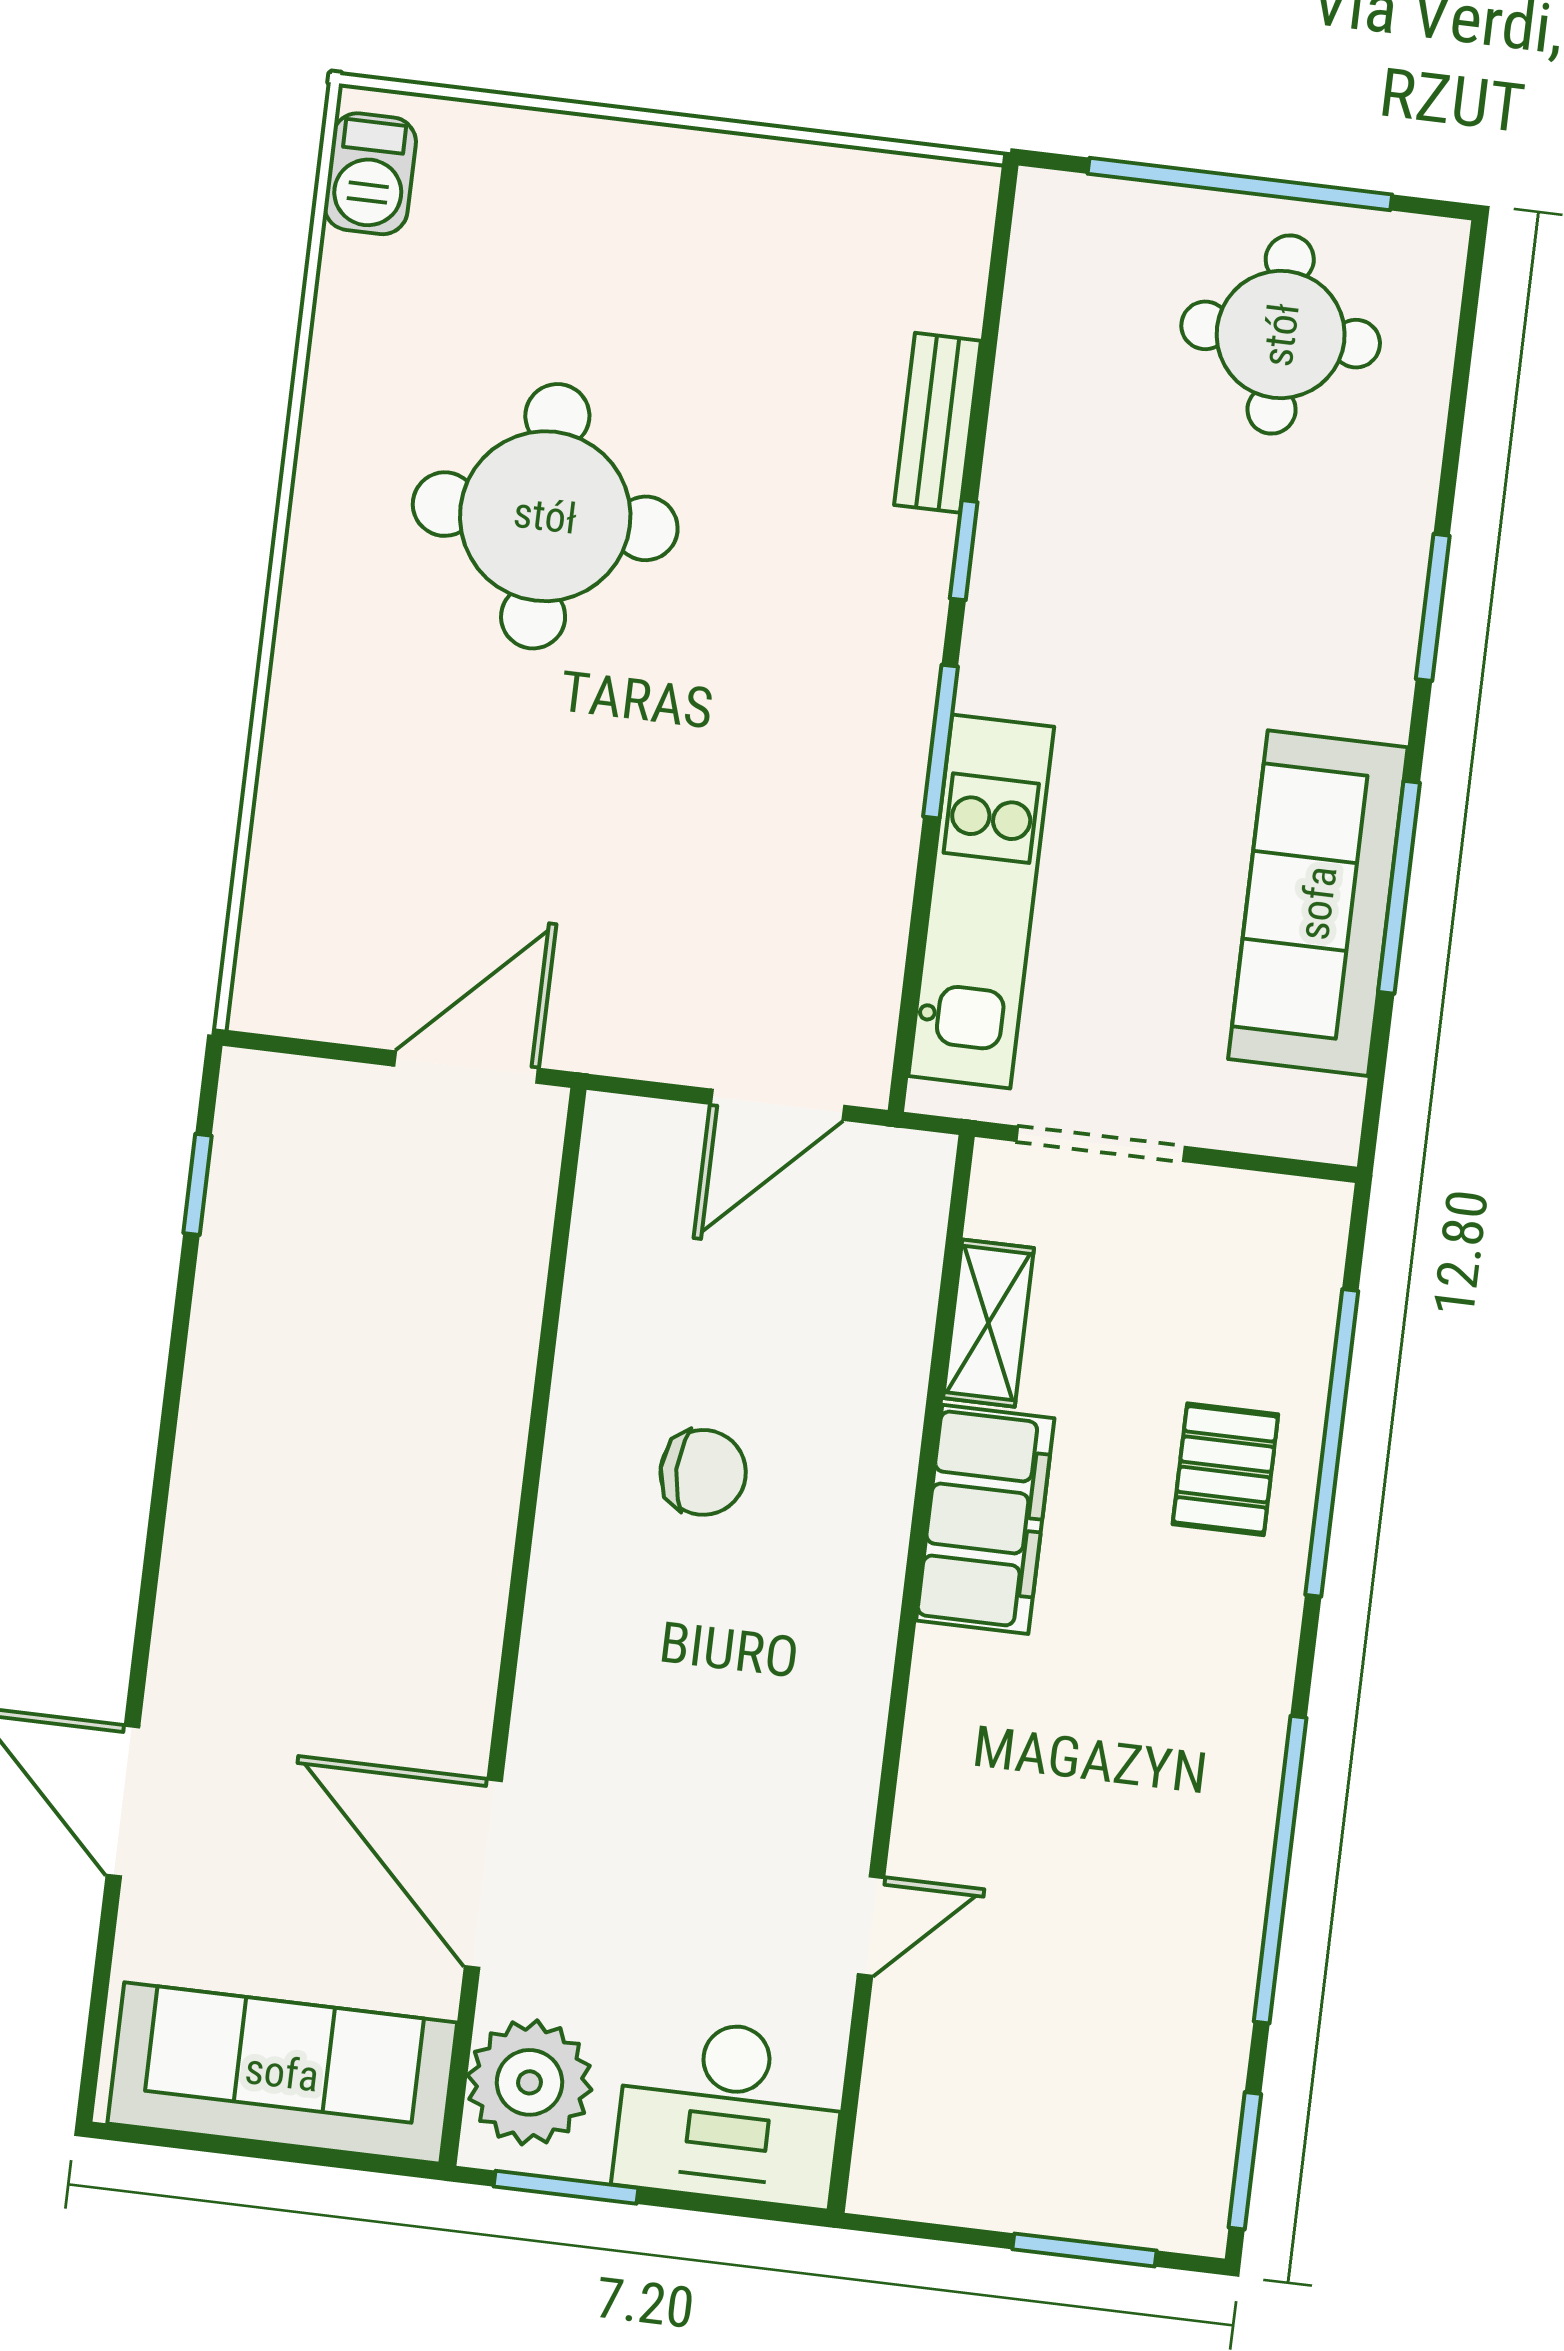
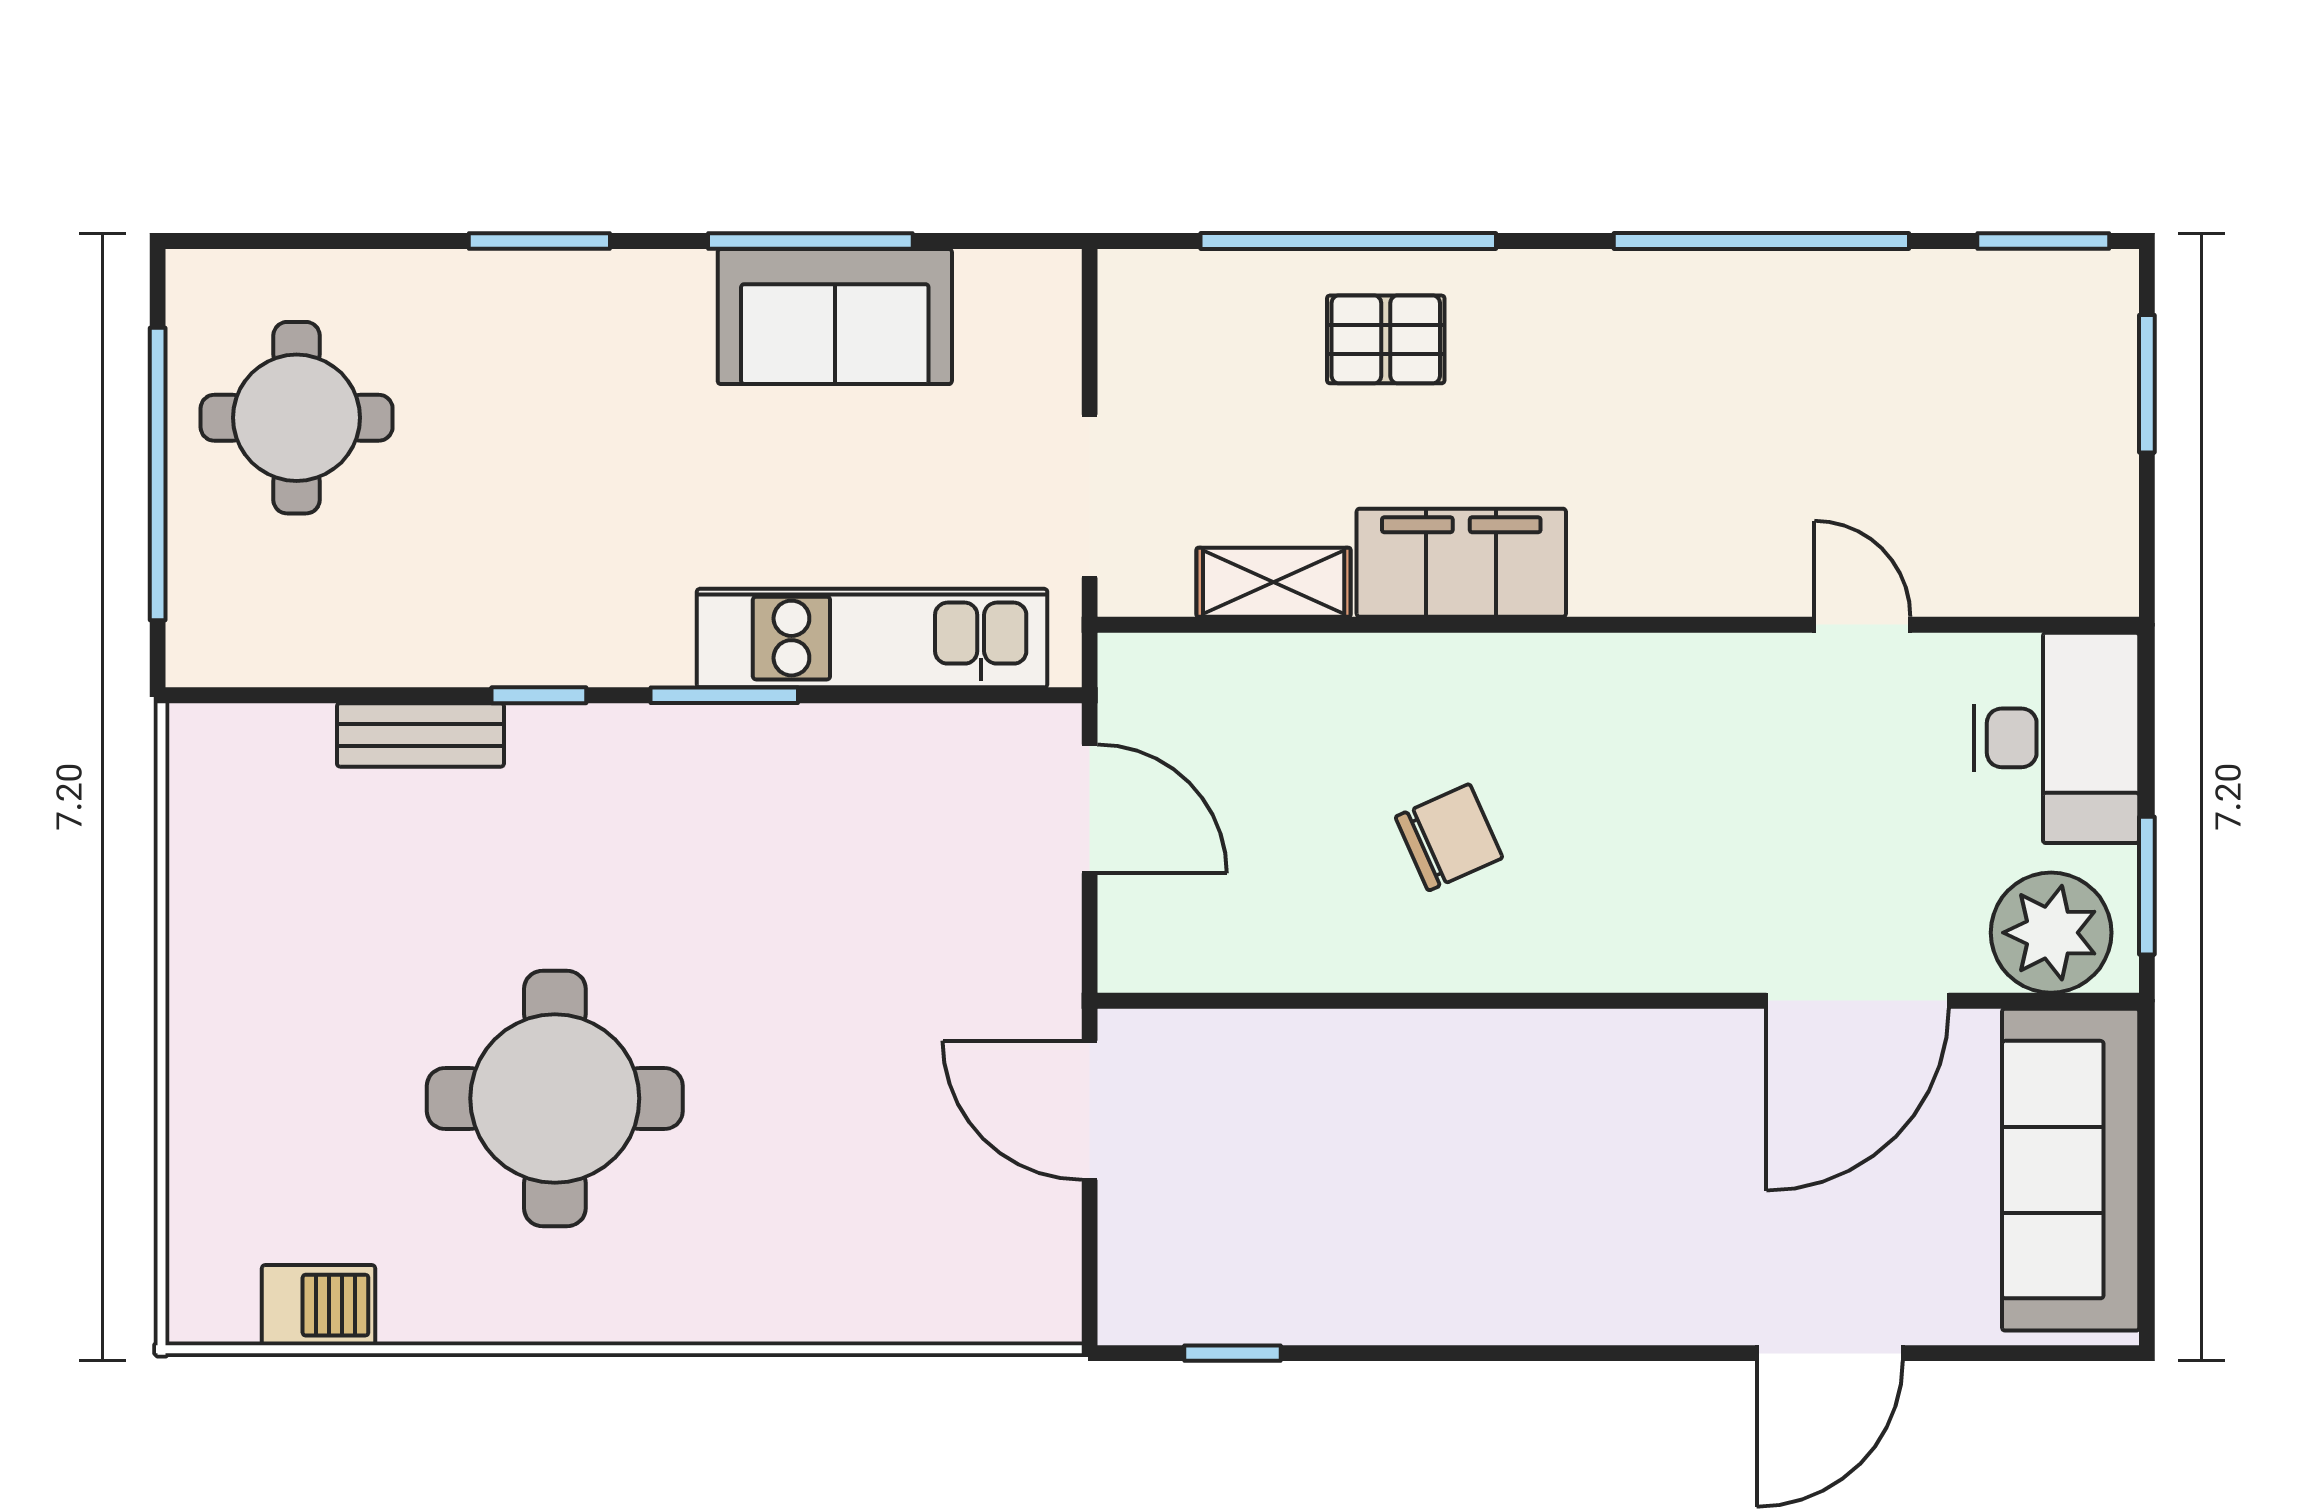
barbecue: (370, 174) -> (318, 1305), moved
sofa: (1318, 903) -> (835, 316), width x0.73
chair: (703, 1472) -> (1449, 837), turned 66

